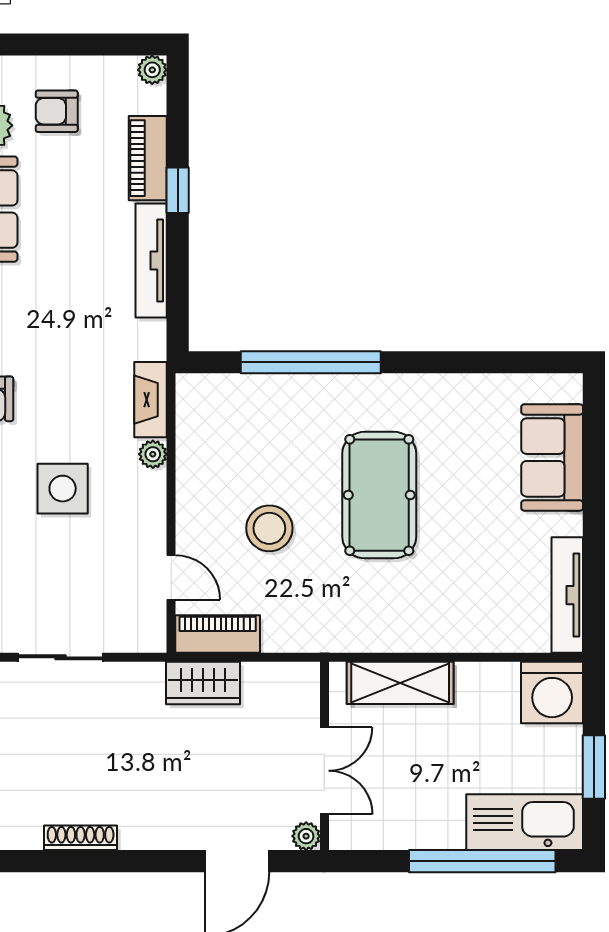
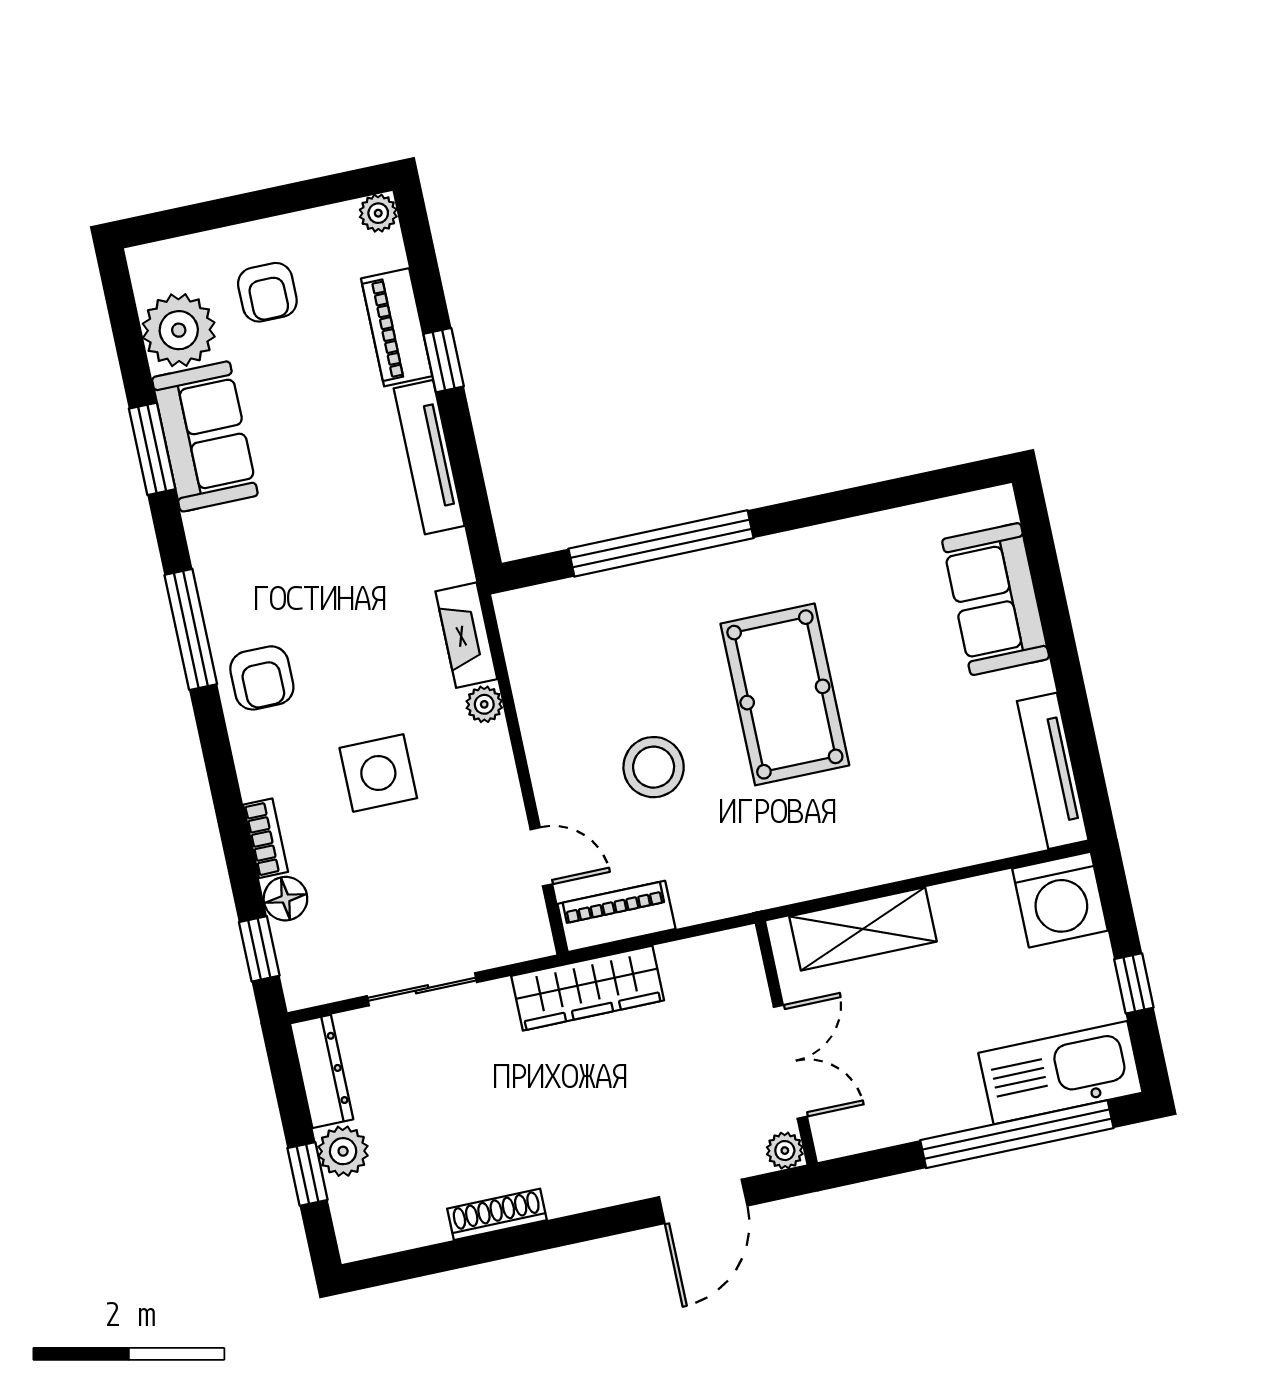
armchair: (57, 111) -> (267, 292), turned -90
wardrobe: (203, 683) -> (588, 988), width x1.50
window: (594, 767) -> (1134, 983), width x0.67

